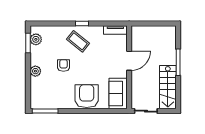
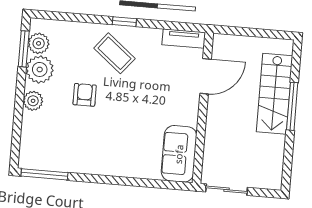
plant: (38, 54) -> (40, 69), added
door: (129, 61) -> (206, 76), moved
stairs: (168, 87) -> (274, 94), moved
armchair: (87, 96) -> (122, 154), removed

